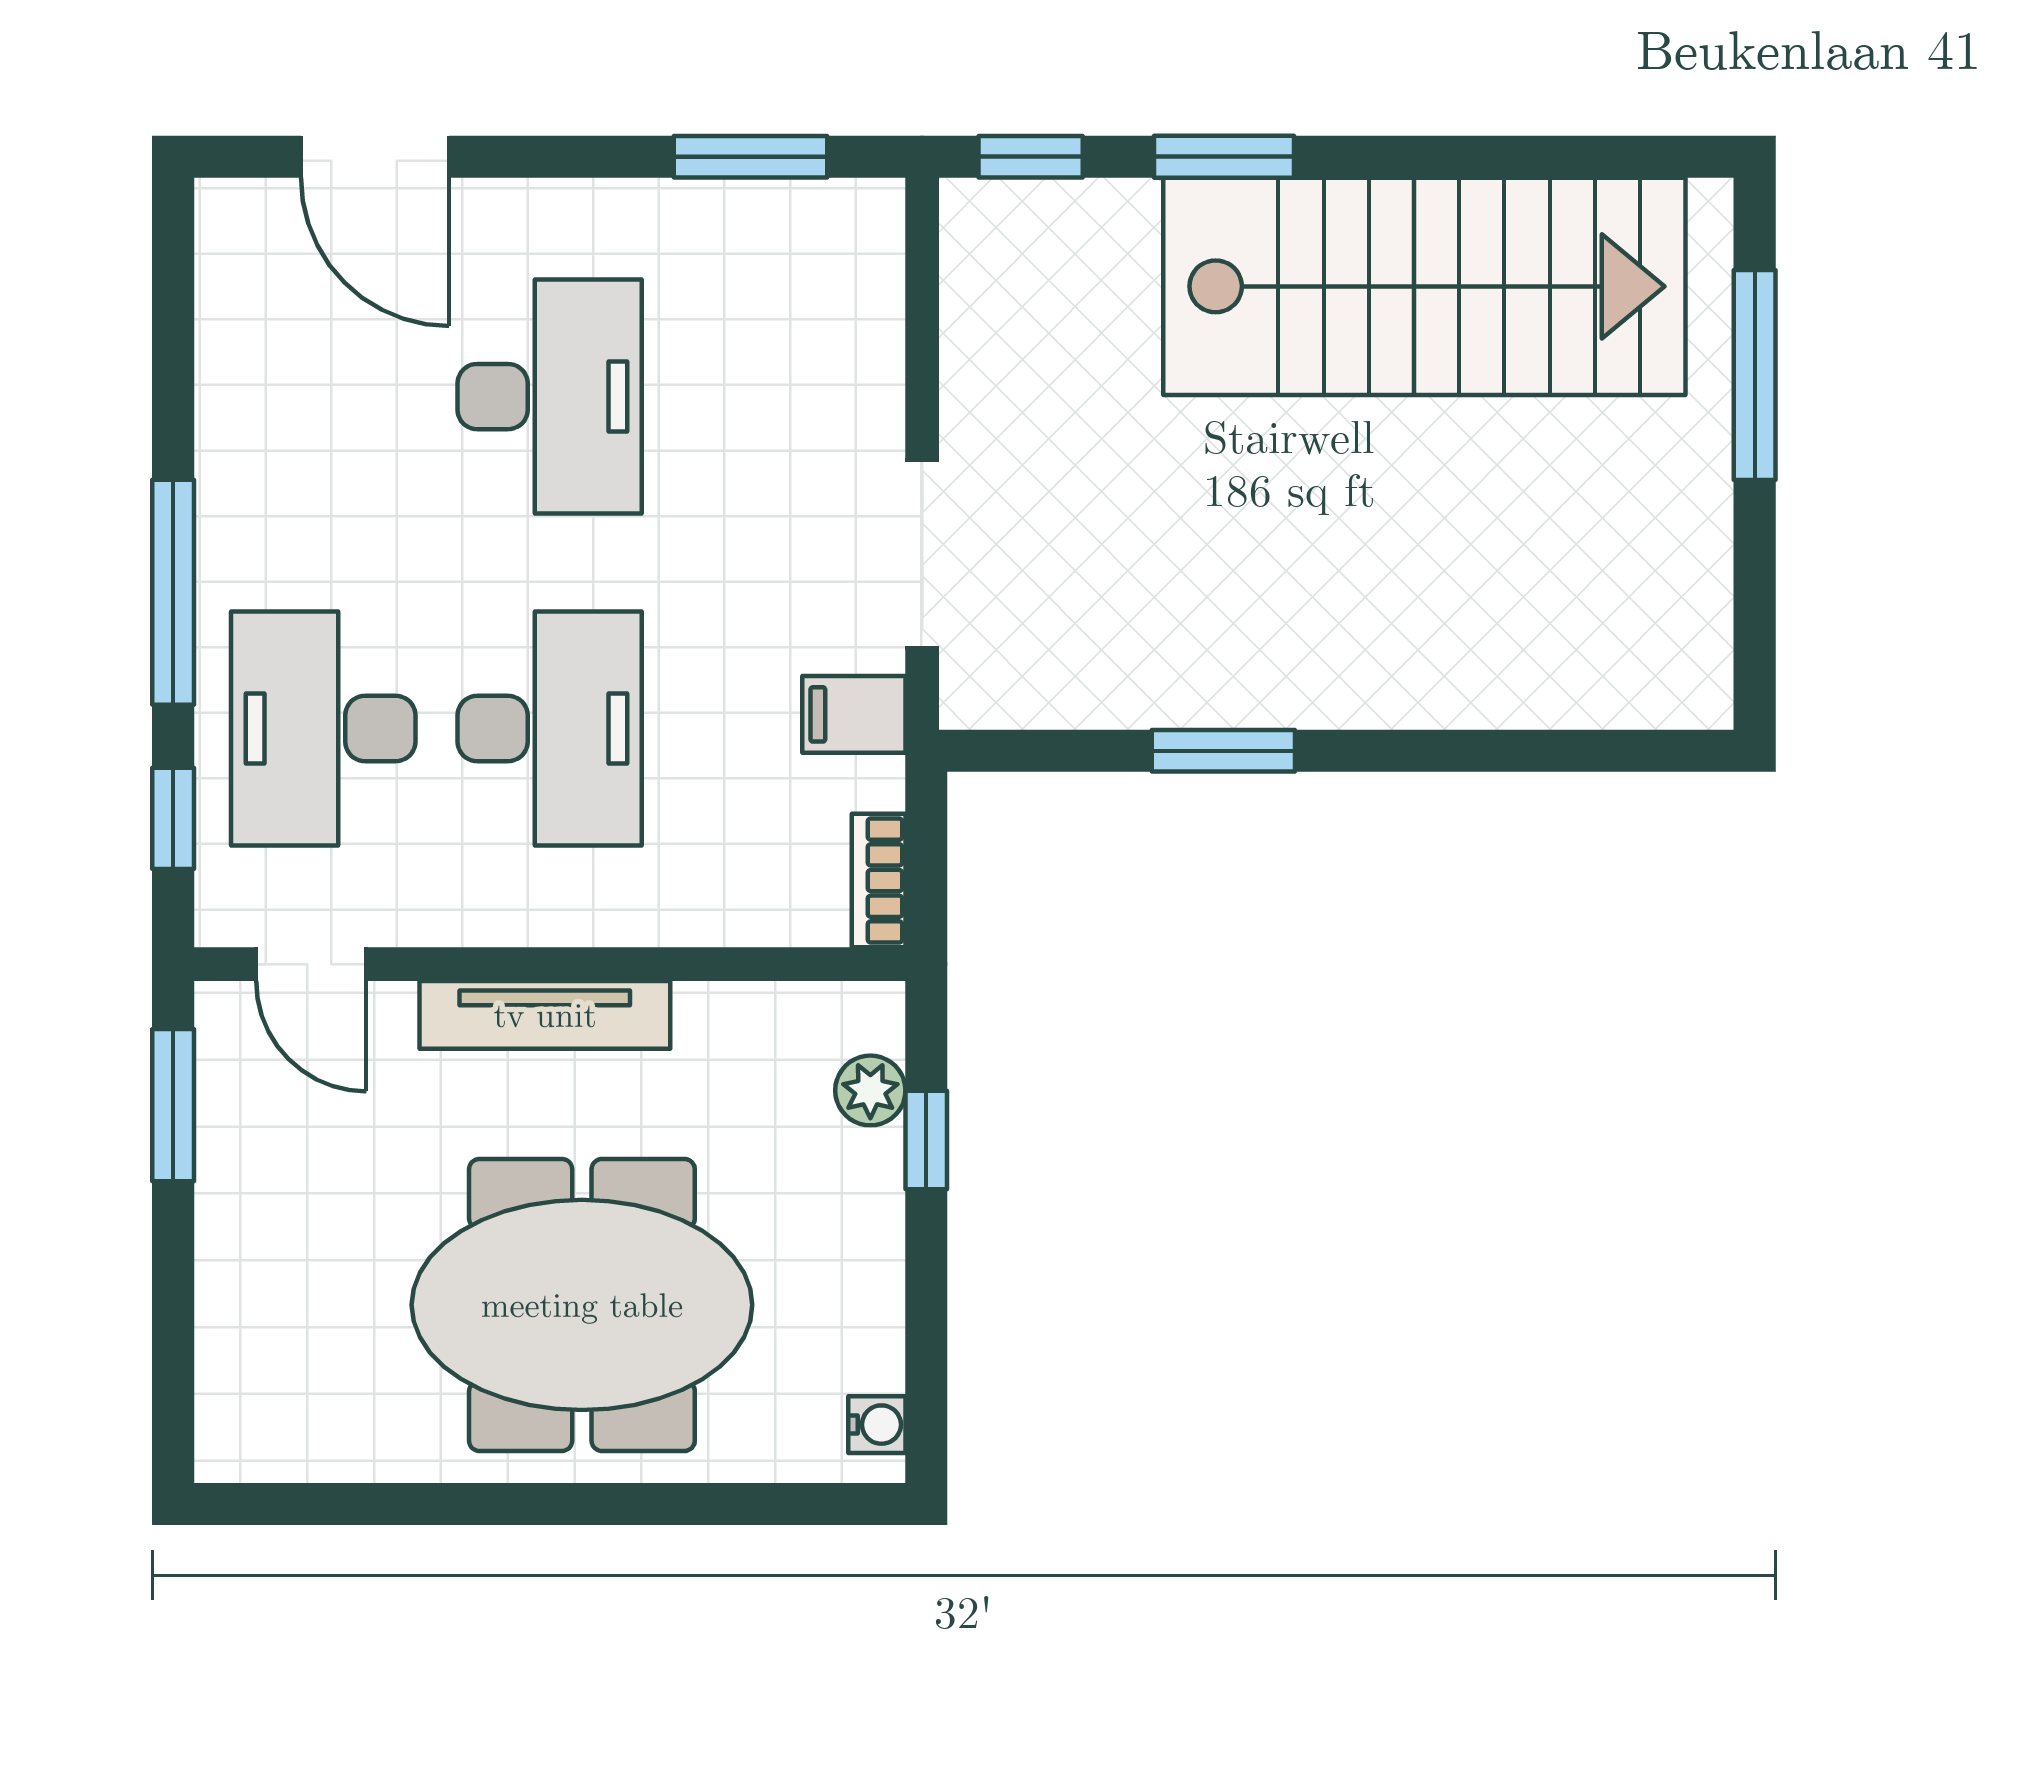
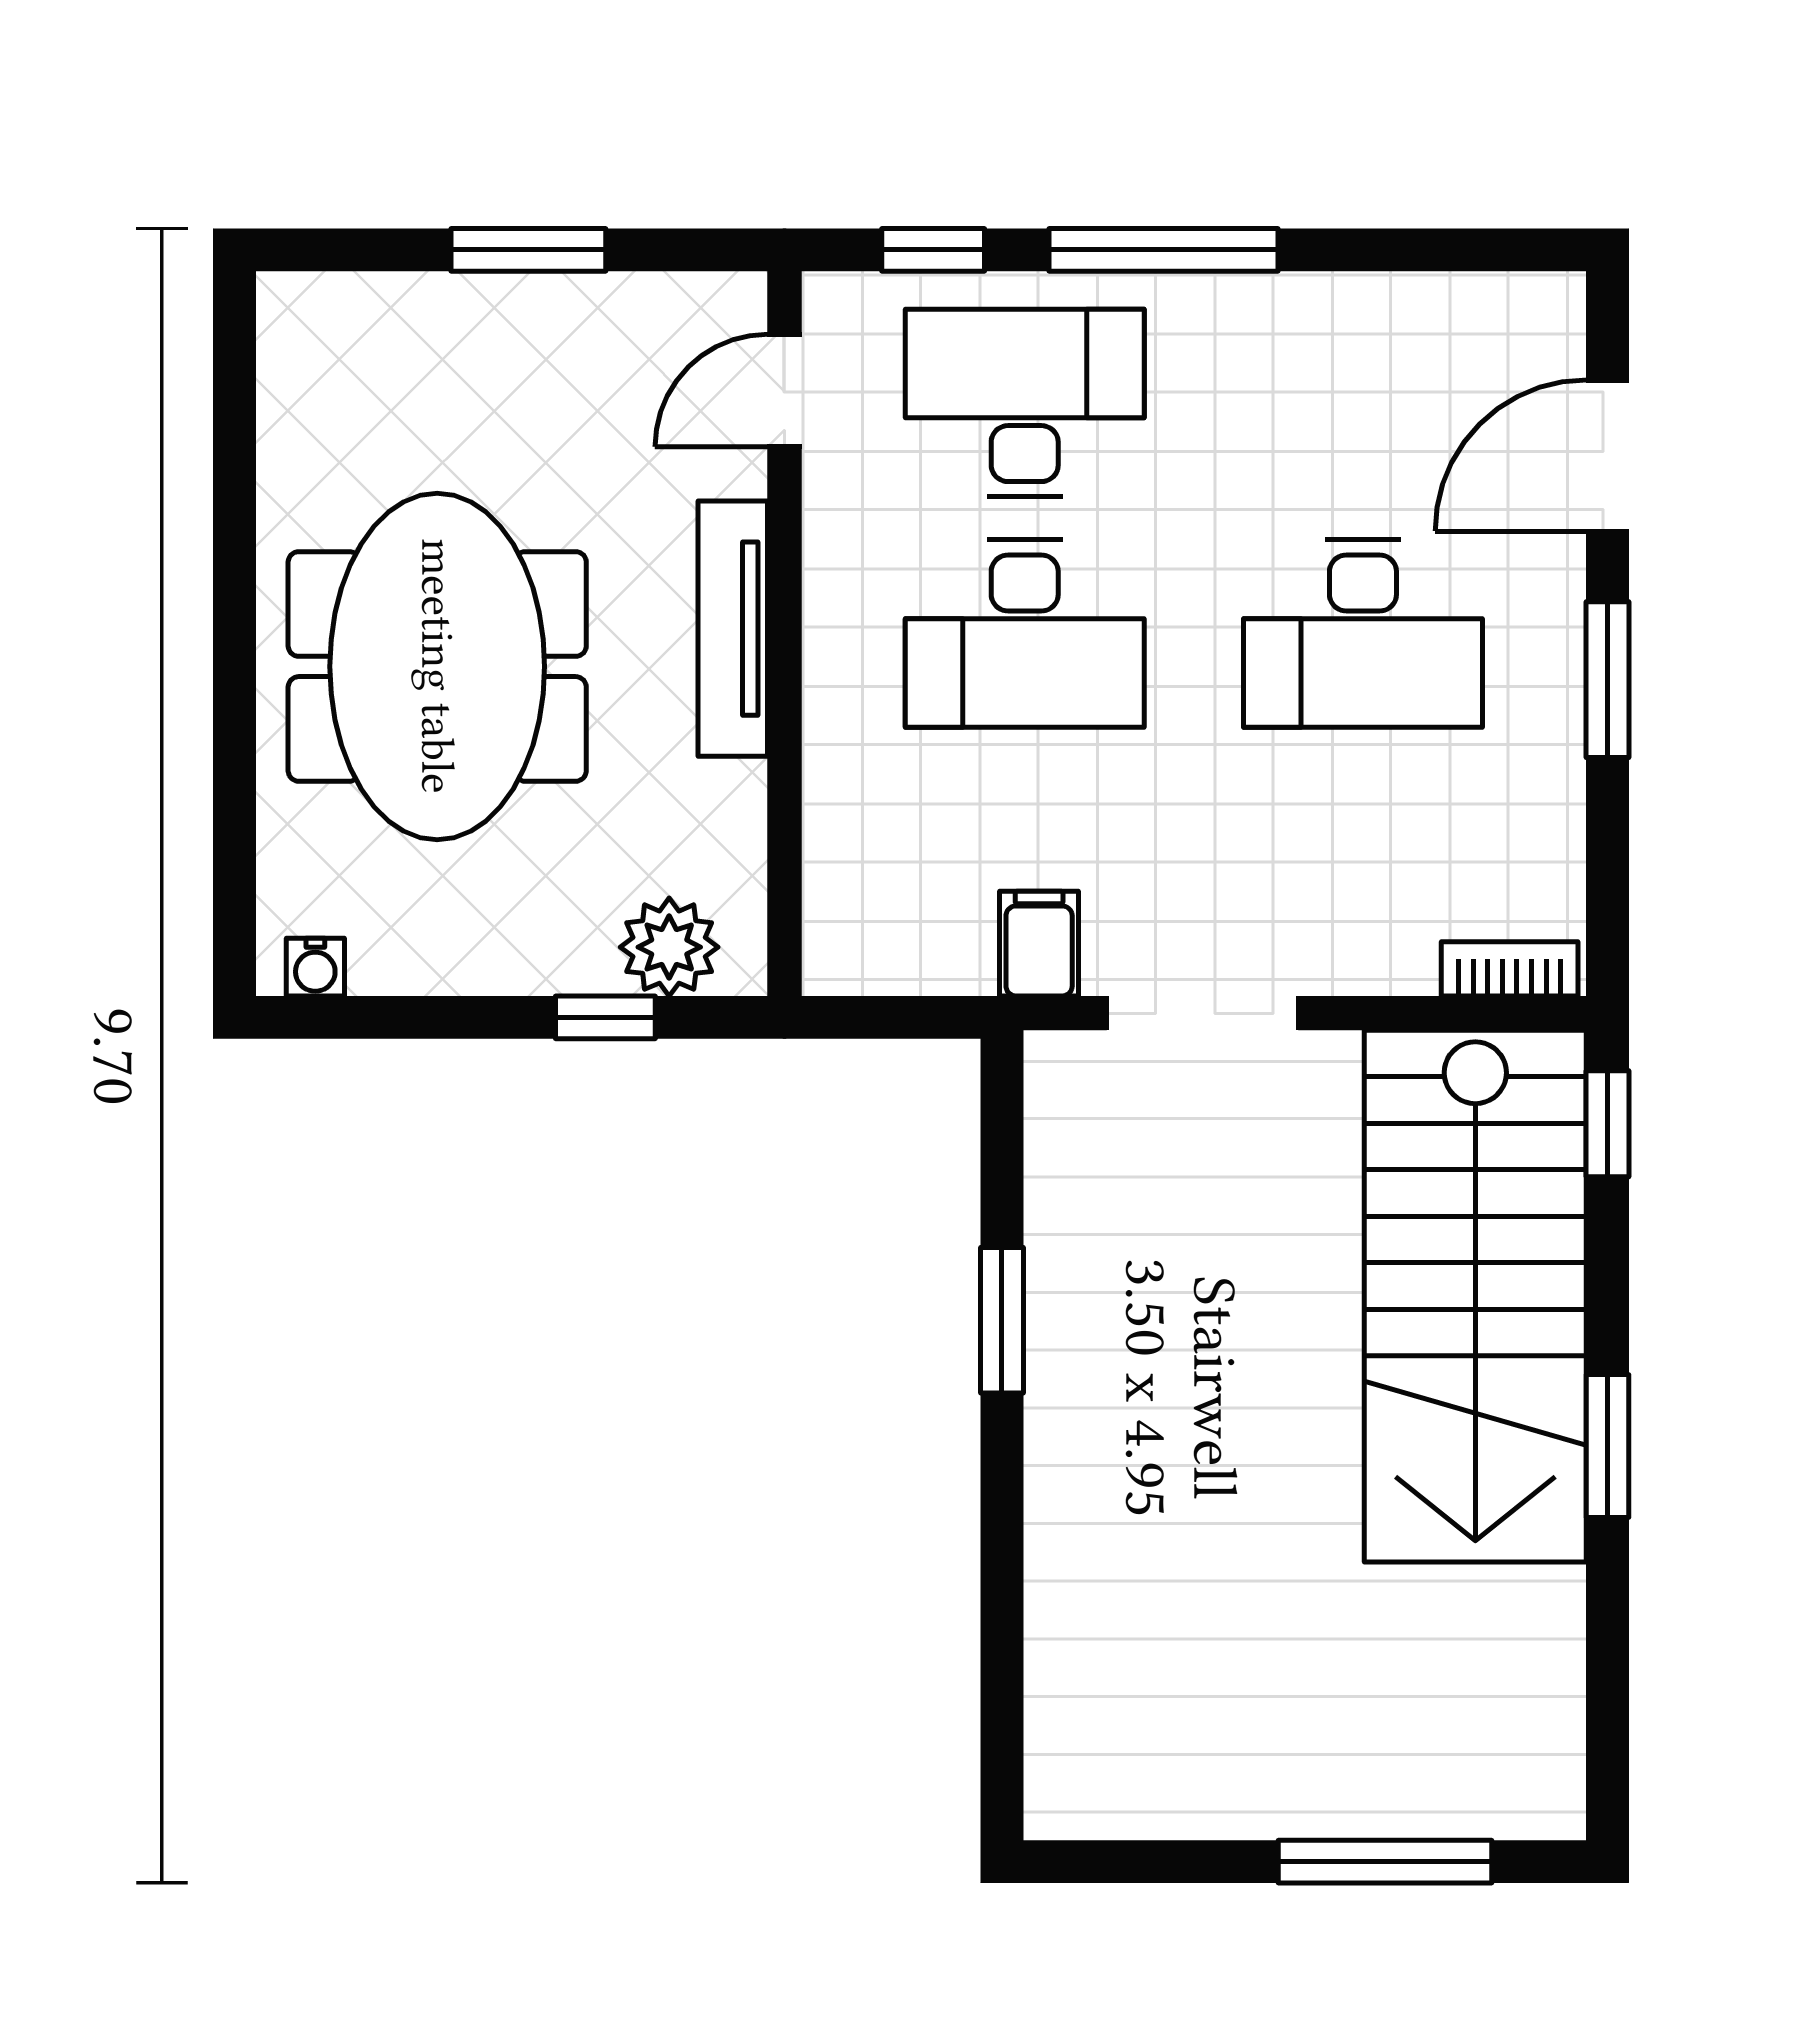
window: (750, 157) -> (1607, 680), moved
window: (1224, 157) -> (1607, 1446), moved
stairs: (1424, 286) -> (1475, 1296), moved
bookcase: (879, 881) -> (1510, 969), moved
plant: (870, 1090) -> (669, 947), width x1.38, depth x1.38
window: (173, 1105) -> (528, 250), moved

